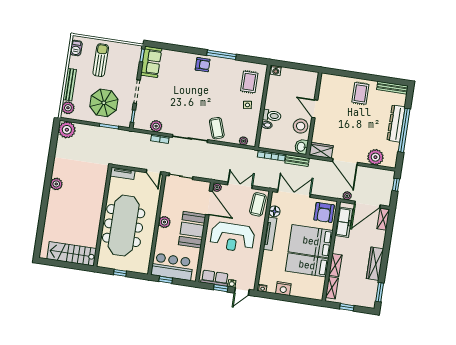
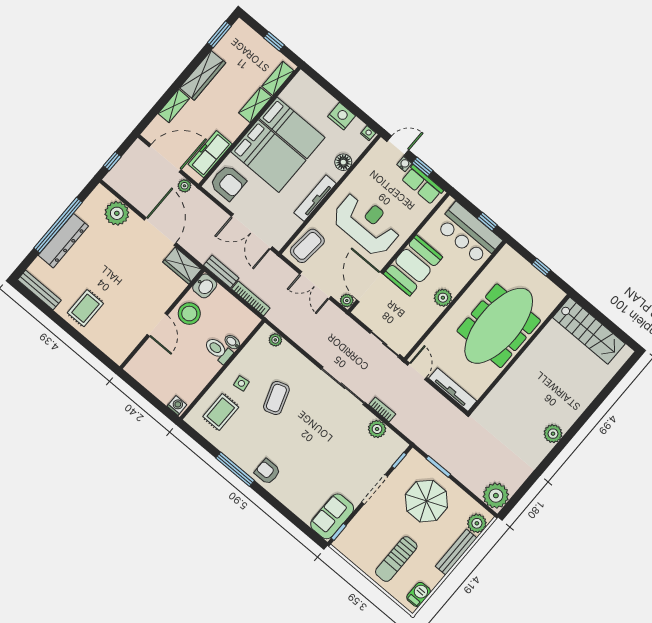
coffee table: (217, 128) -> (276, 398), moved
tv unit: (123, 173) -> (453, 390), width x1.41
floor lamp: (274, 211) -> (343, 162), moved
armchair: (324, 212) -> (228, 183), turned 90
shelving: (383, 219) -> (174, 106), moved

